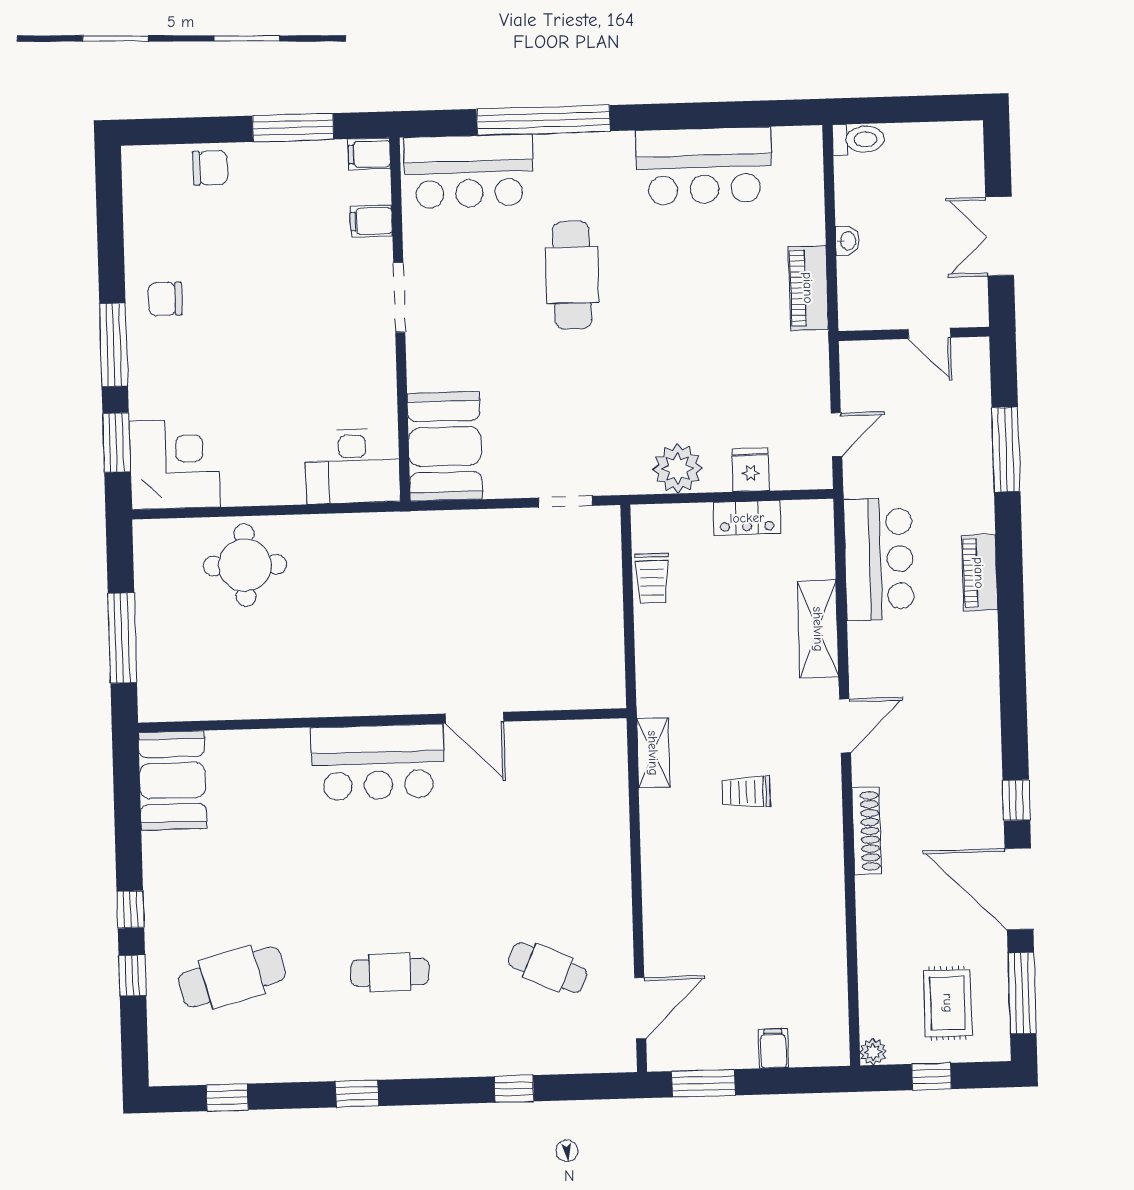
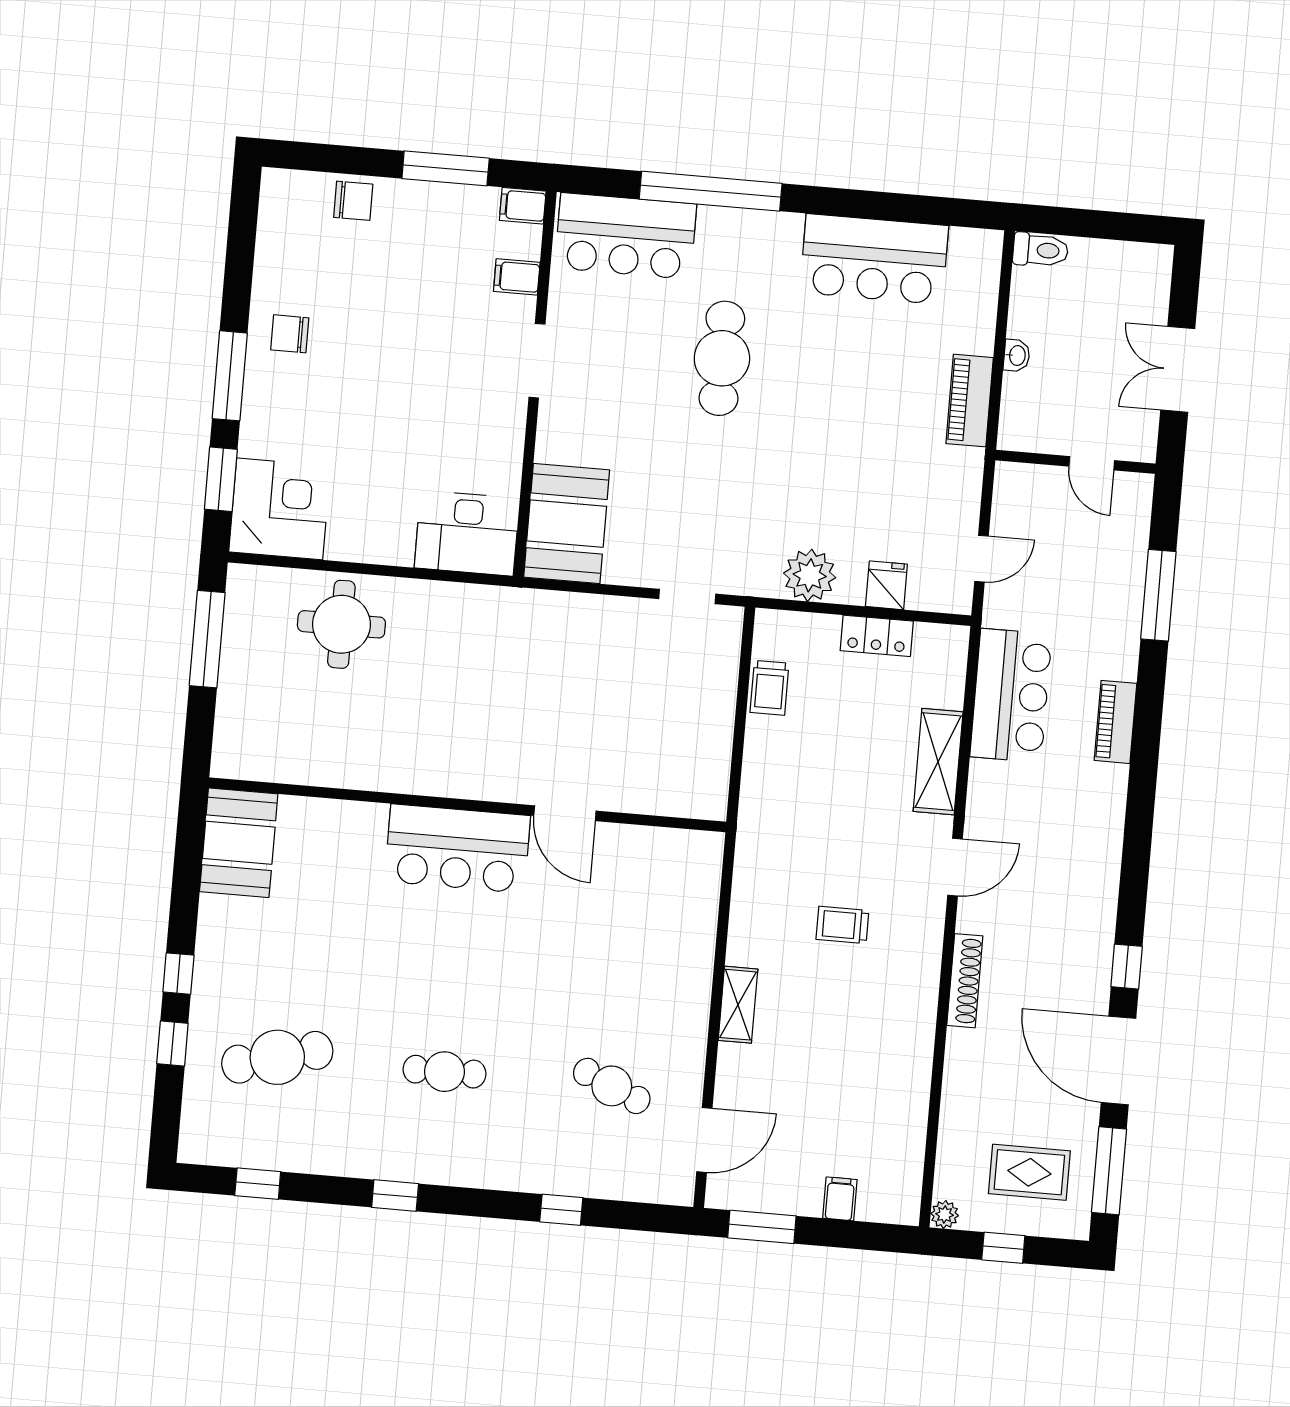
window: (122, 638) -> (207, 639), moved
shelving: (653, 753) -> (738, 1005), moved
rug: (948, 1003) -> (1029, 1172), turned 90

